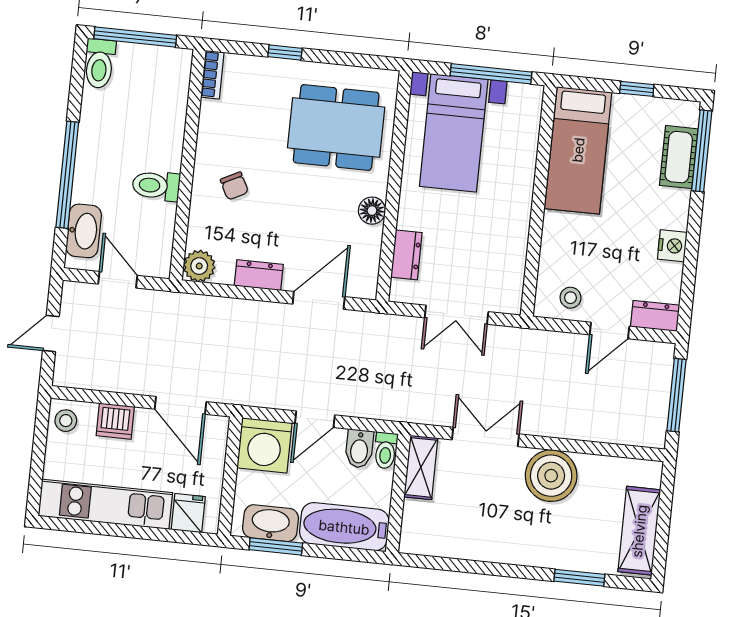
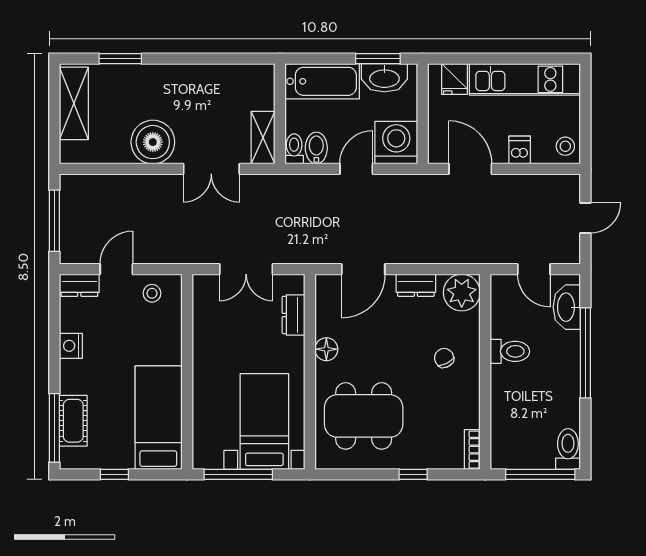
plant: (199, 266) -> (462, 293), width x1.36, depth x1.36
double door: (457, 315) -> (246, 269), swing flipped
dishwasher: (115, 421) -> (520, 150), width x0.73

